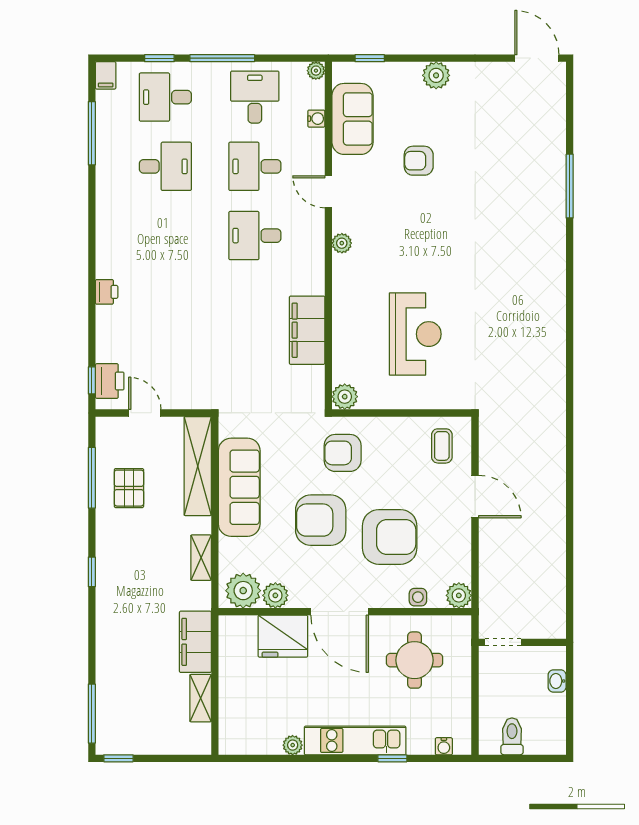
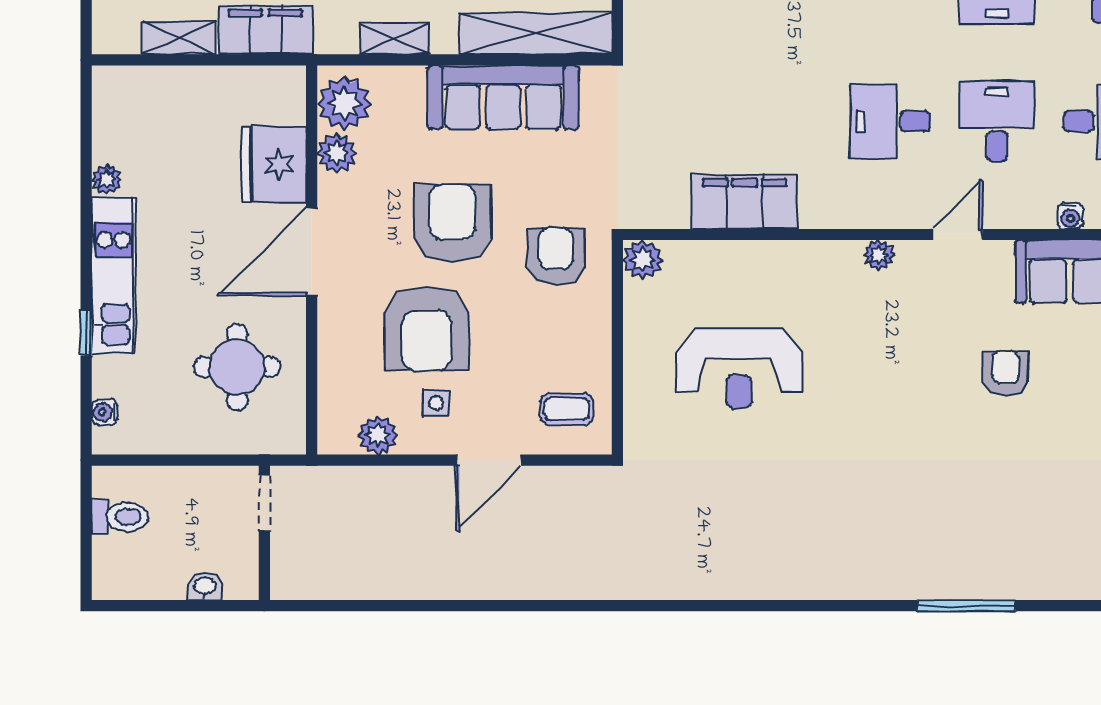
desk: (255, 236) -> (890, 121), turned -90
plant: (459, 595) -> (378, 435), moved
side table: (418, 597) -> (436, 403), moved

